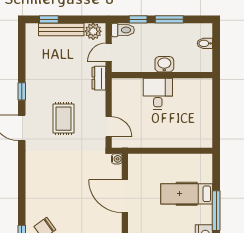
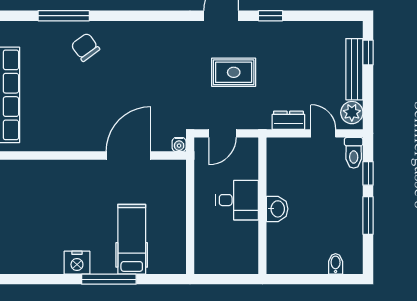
washbasin: (164, 64) -> (277, 209), moved
wall: (162, 75) -> (262, 206), moved
desk: (158, 94) -> (237, 200), moved

